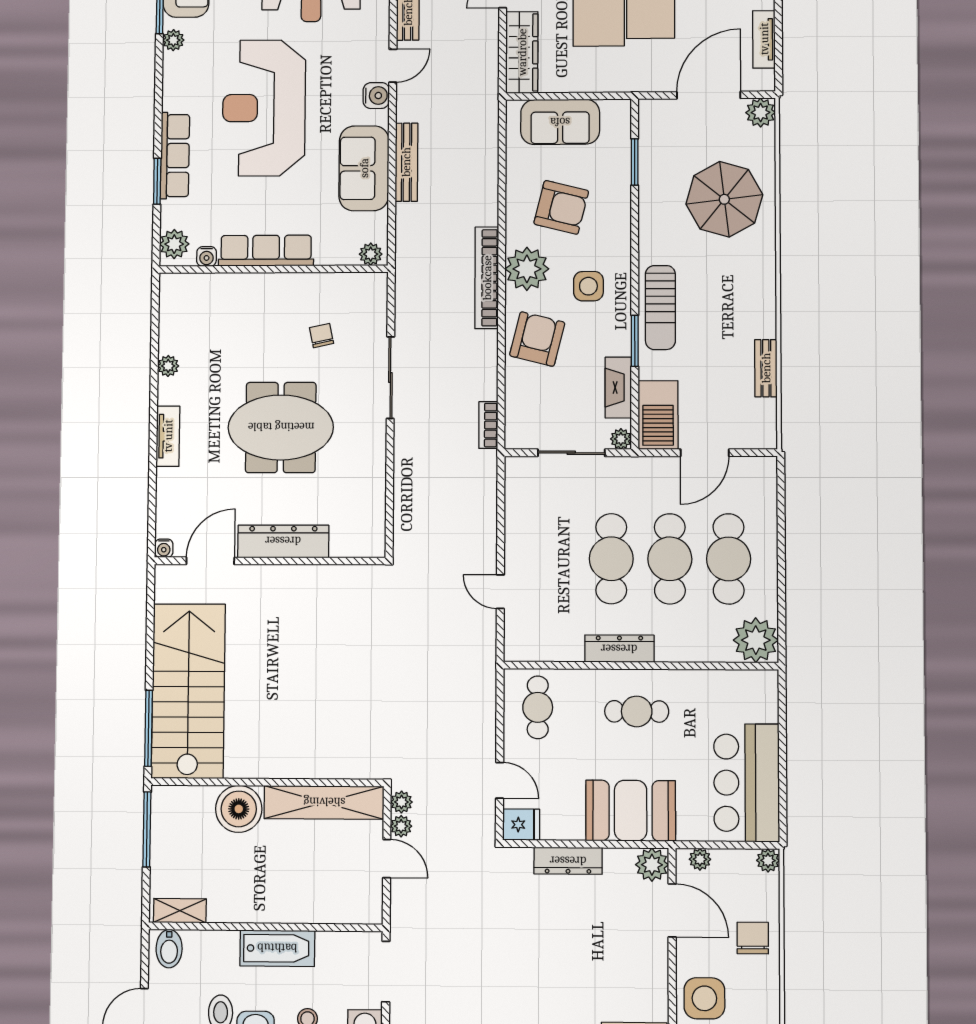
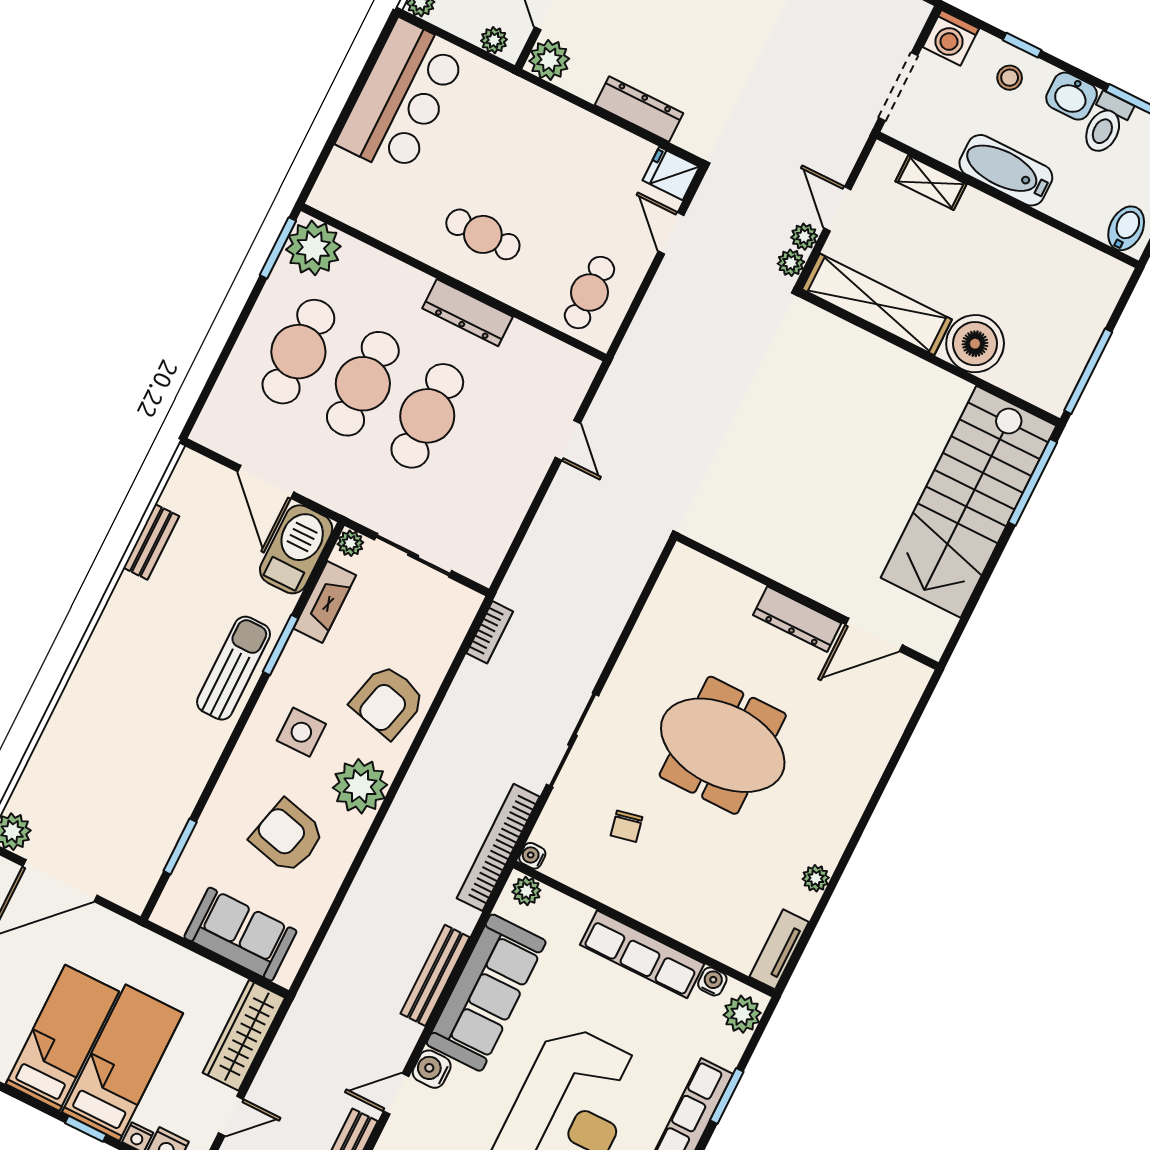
sofa: (364, 168) -> (486, 993), width x1.36
parasol: (724, 199) -> (102, 754), removed
bookcase: (487, 278) -> (498, 847), moved, turned 180
tv unit: (168, 436) -> (779, 949), moved
door: (705, 453) -> (266, 482), swing flipped
dresser: (283, 541) -> (797, 619), width x0.73, depth x0.80
water cooler: (164, 548) -> (532, 856), moved, turned -90
window: (782, 627) -> (278, 248), added
booth: (631, 811) -> (543, 130), removed
shelving: (180, 911) -> (931, 183), moved

